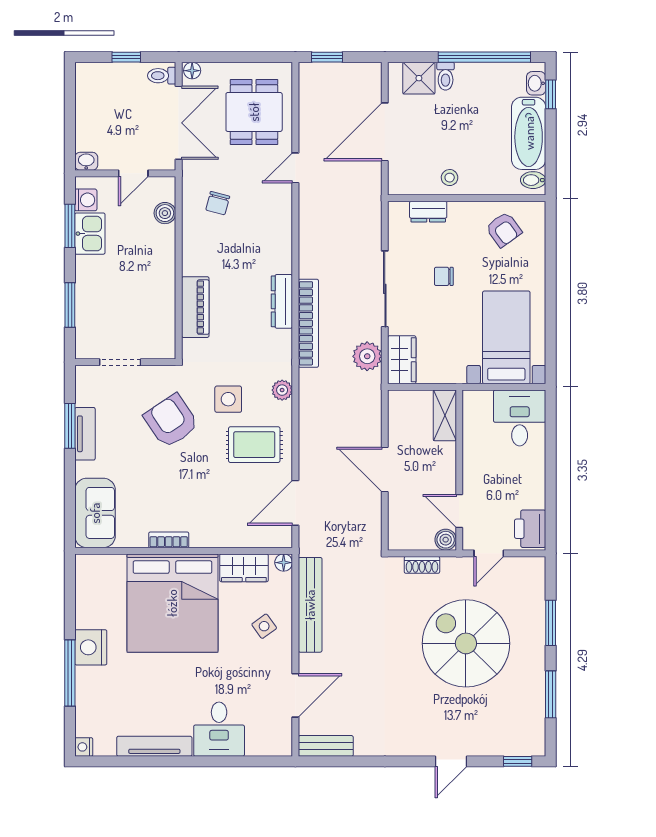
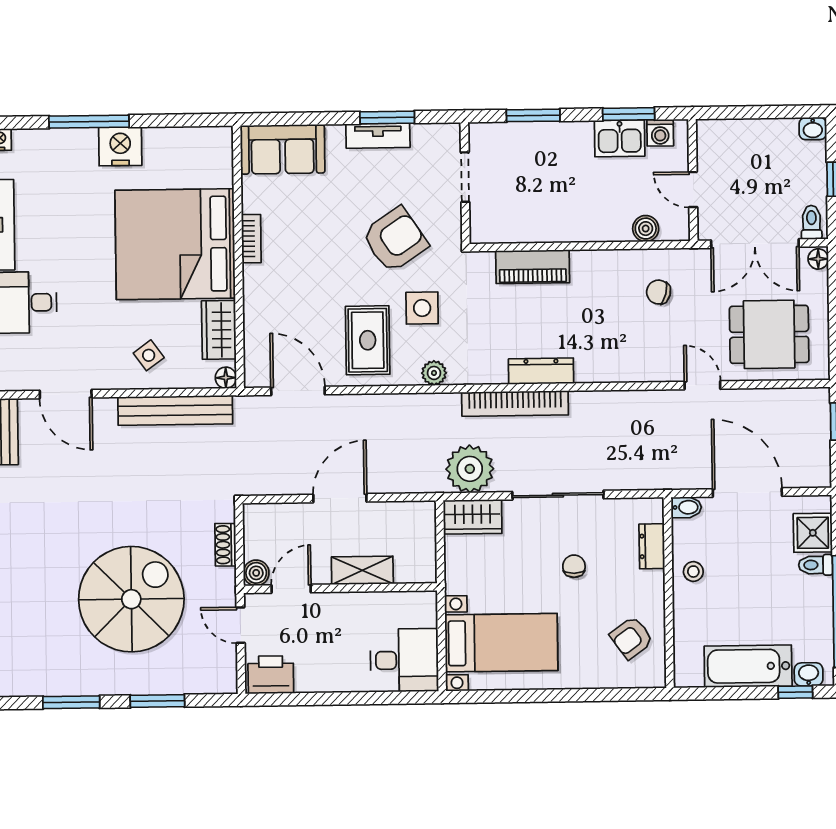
washbasin: (86, 161) -> (813, 129), moved, turned 90
bidet: (533, 180) -> (686, 507), moved, turned 90
plant: (367, 356) -> (470, 469), width x1.36, depth x1.36
shelving: (445, 415) -> (362, 570), moved

